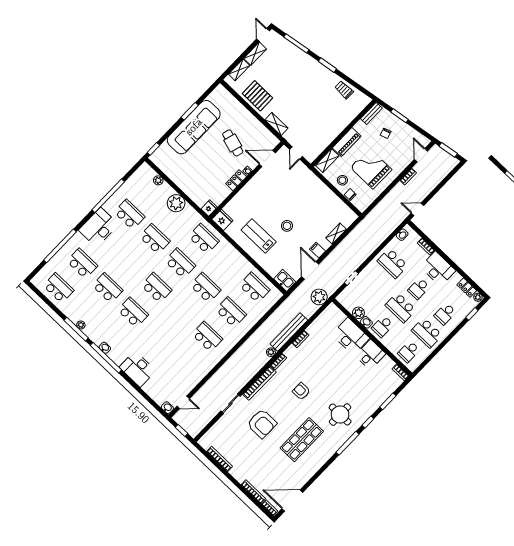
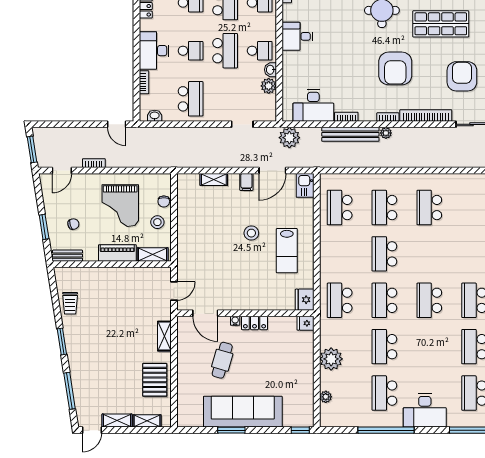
desk: (351, 336) -> (313, 106), moved, turned -90
armchair: (301, 391) -> (395, 68), width x1.88, depth x1.88

